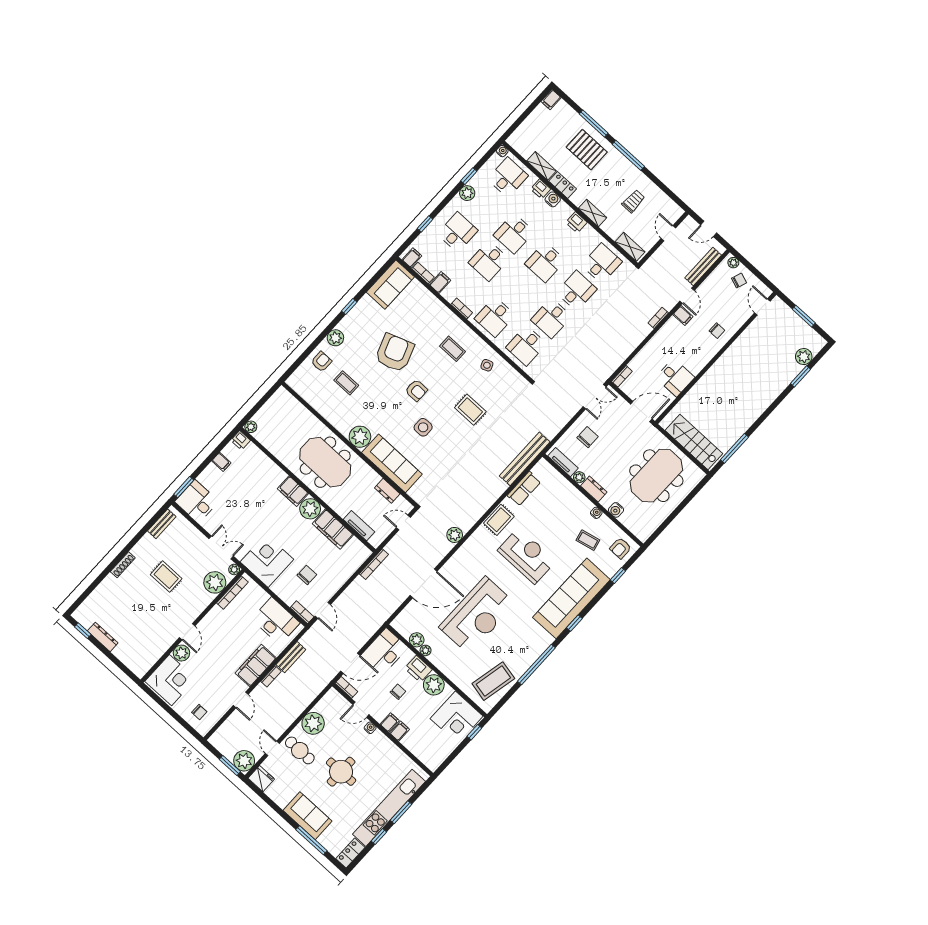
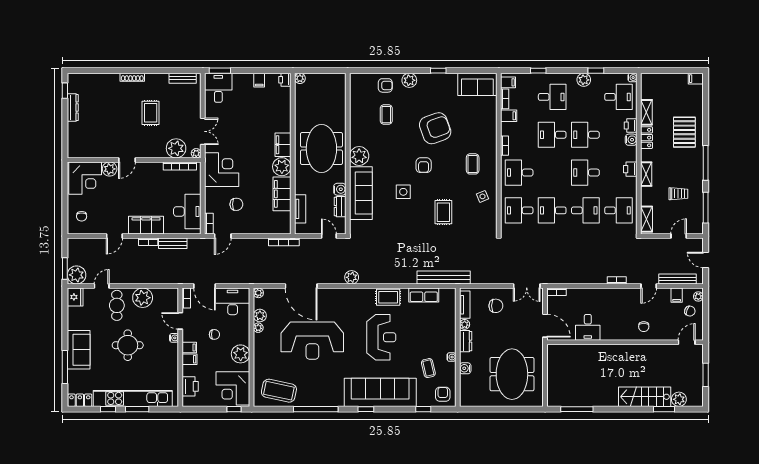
window: (594, 124) -> (706, 208), moved
filing cabinet: (683, 316) -> (677, 295), moved
stairs: (694, 442) -> (645, 397), moved, turned -90
meeting table: (656, 476) -> (512, 374), turned 90
water cooler: (373, 478) -> (340, 189), added
armchair: (620, 548) -> (443, 394), turned 90
plant: (397, 624) -> (258, 293), added
printer: (418, 669) -> (190, 386), moved, turned 180

